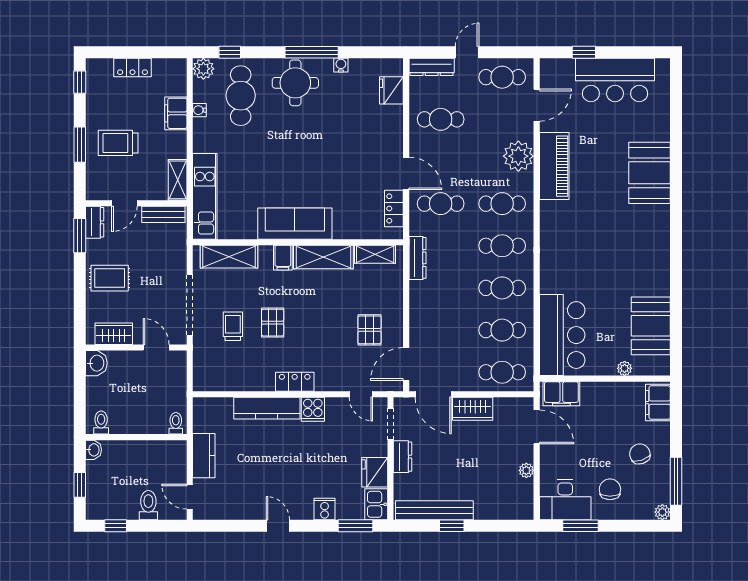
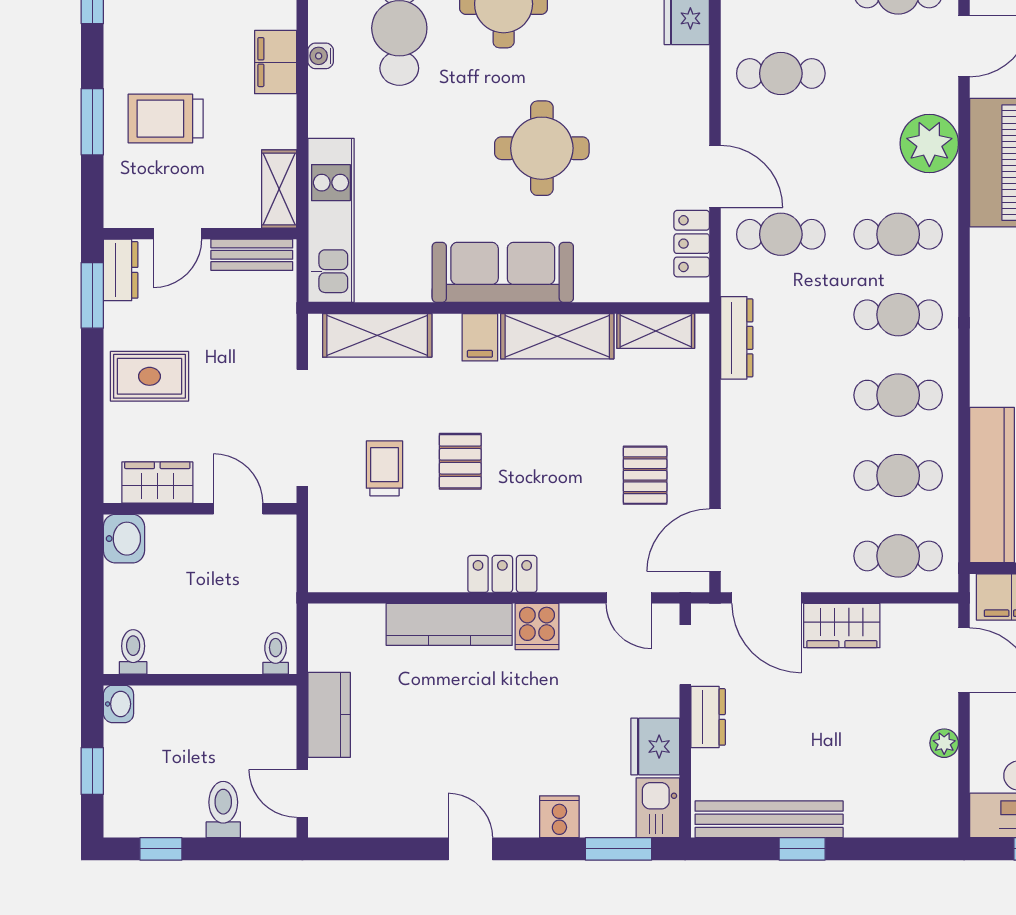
round table: (315, 158) -> (542, 148), added

